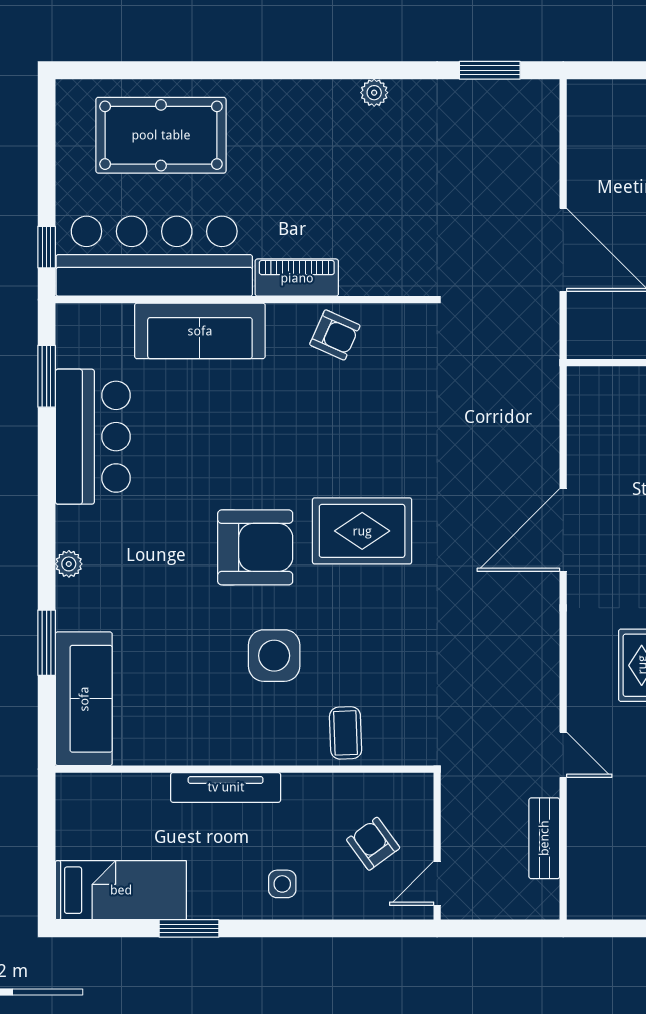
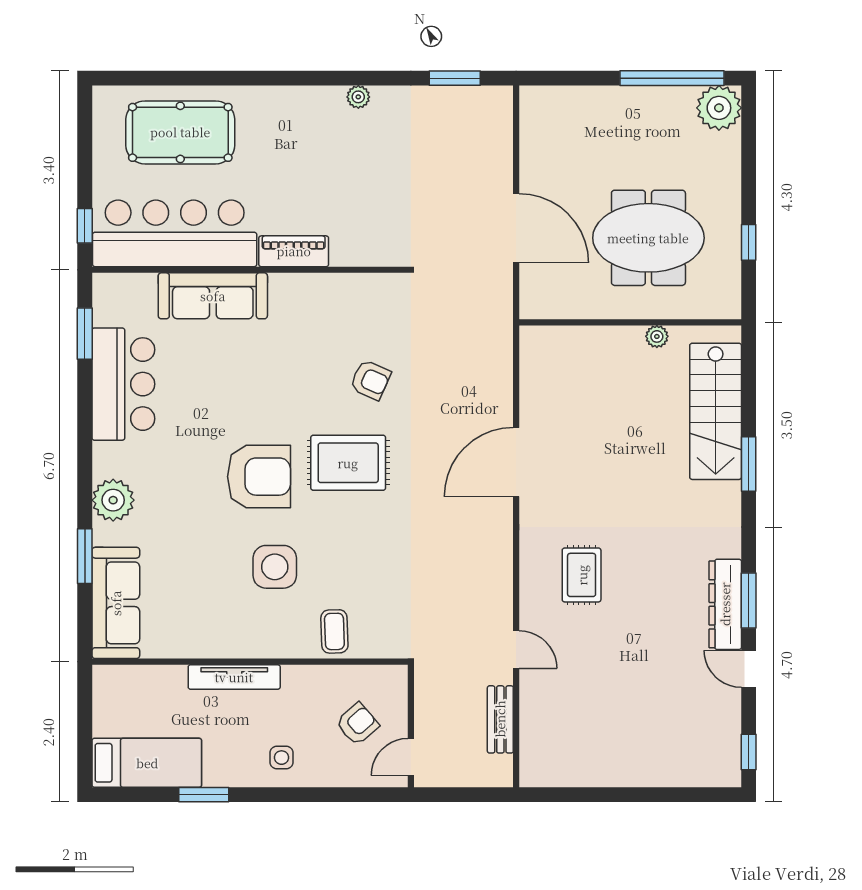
armchair: (335, 335) -> (370, 380), moved
plant: (69, 564) -> (113, 500), width x1.88, depth x1.88
armchair: (373, 844) -> (357, 724), turned 85

